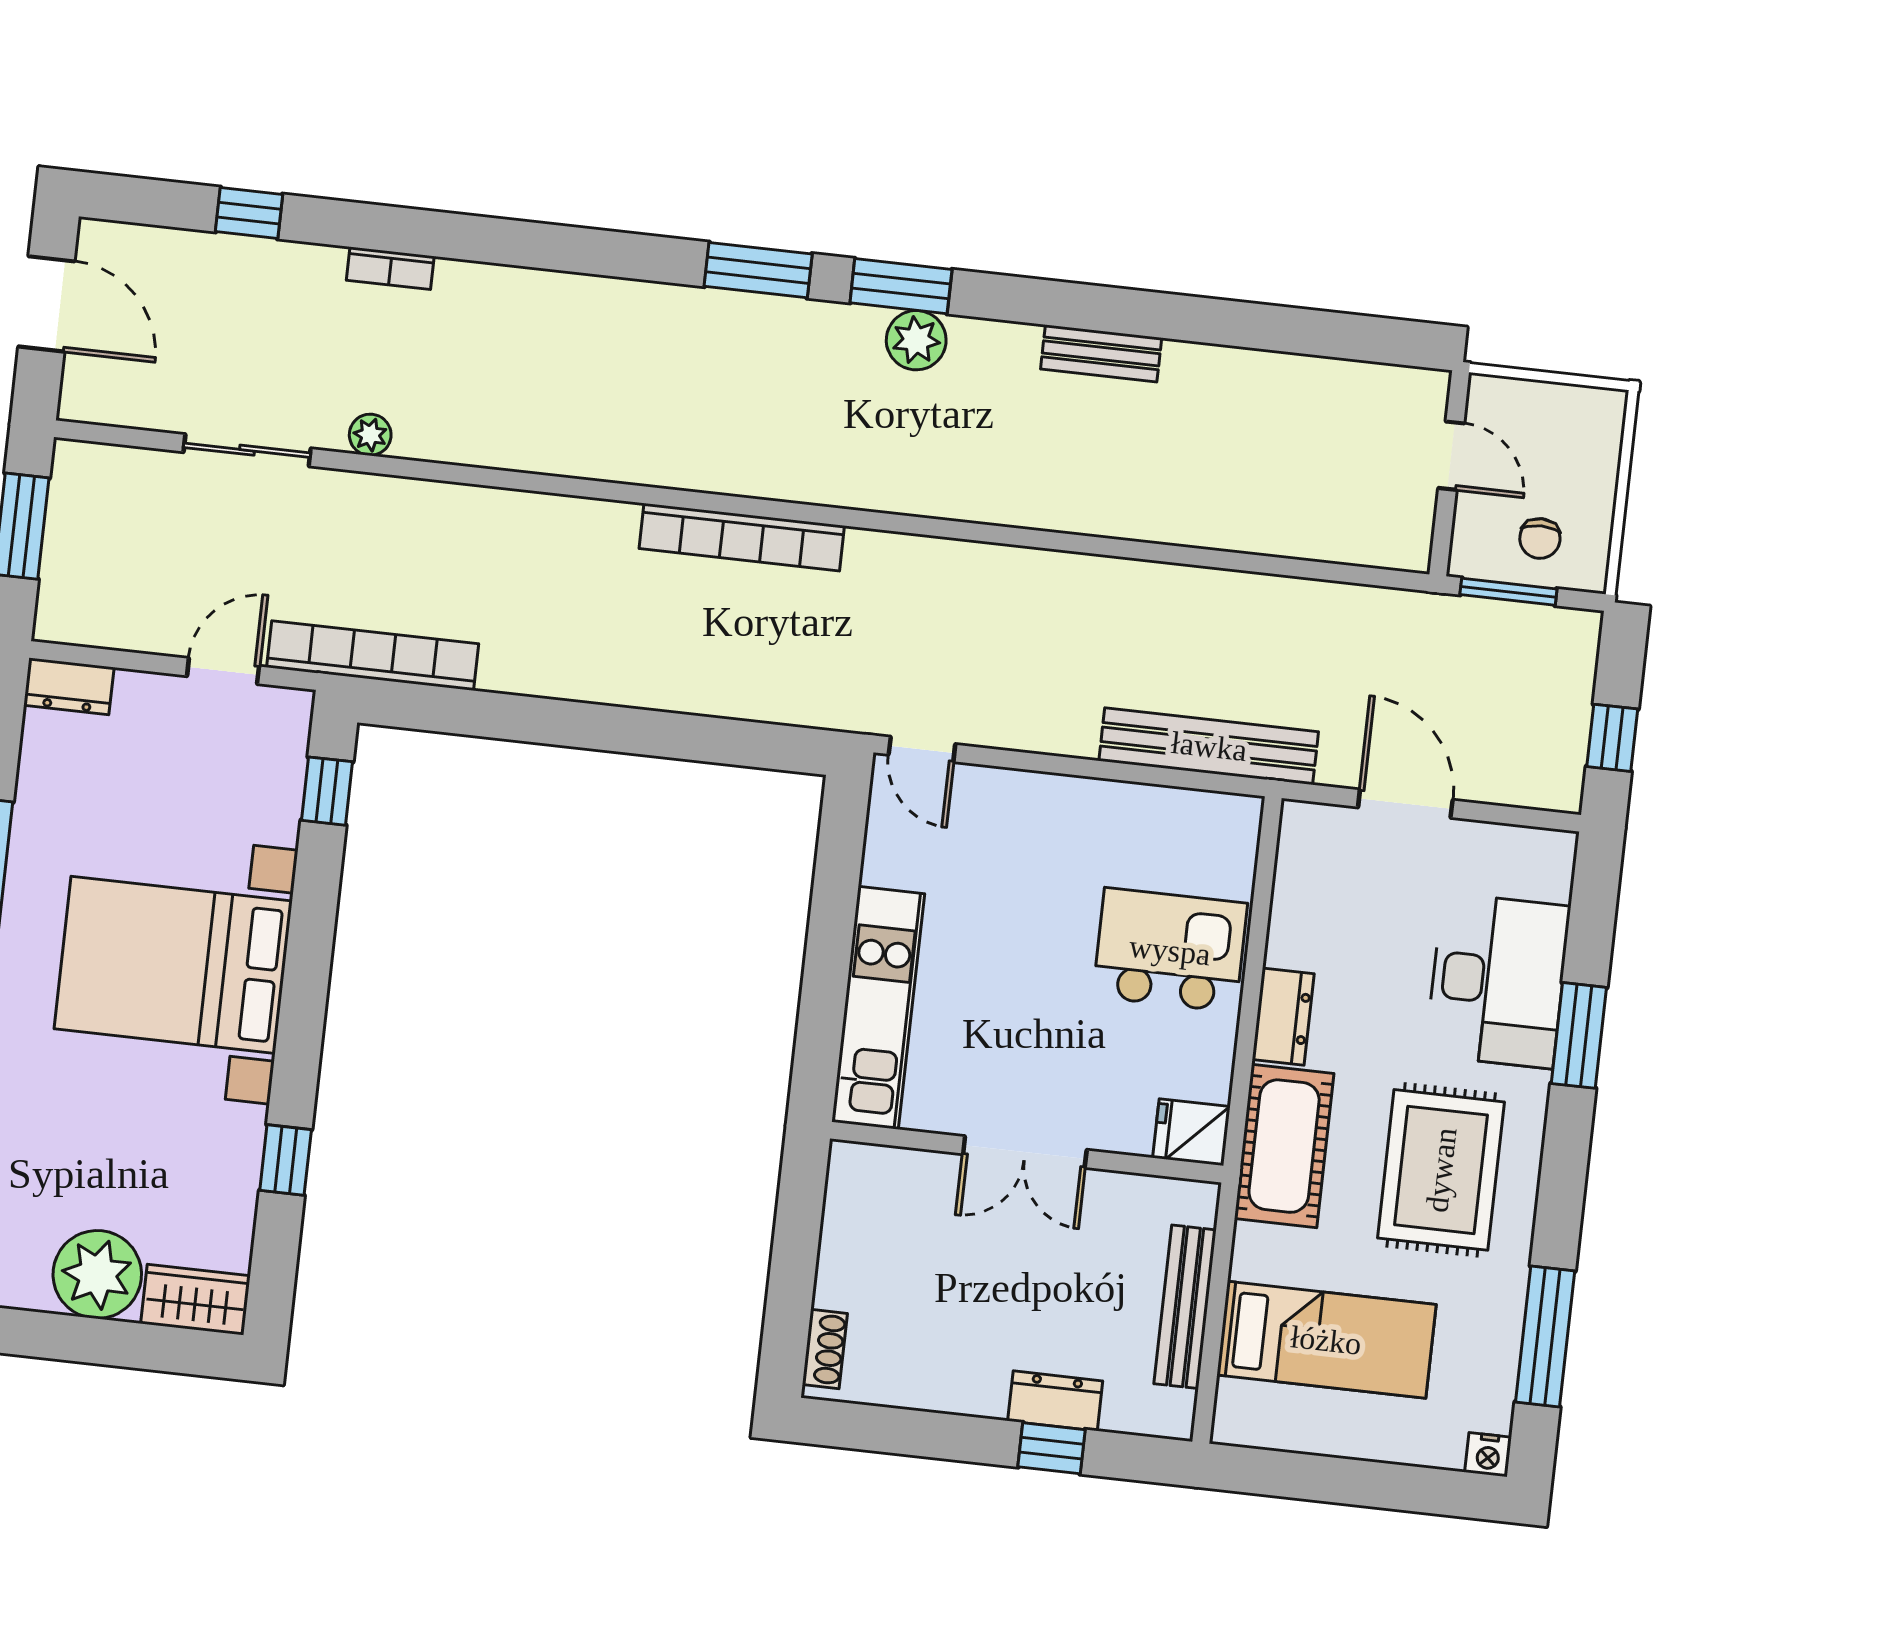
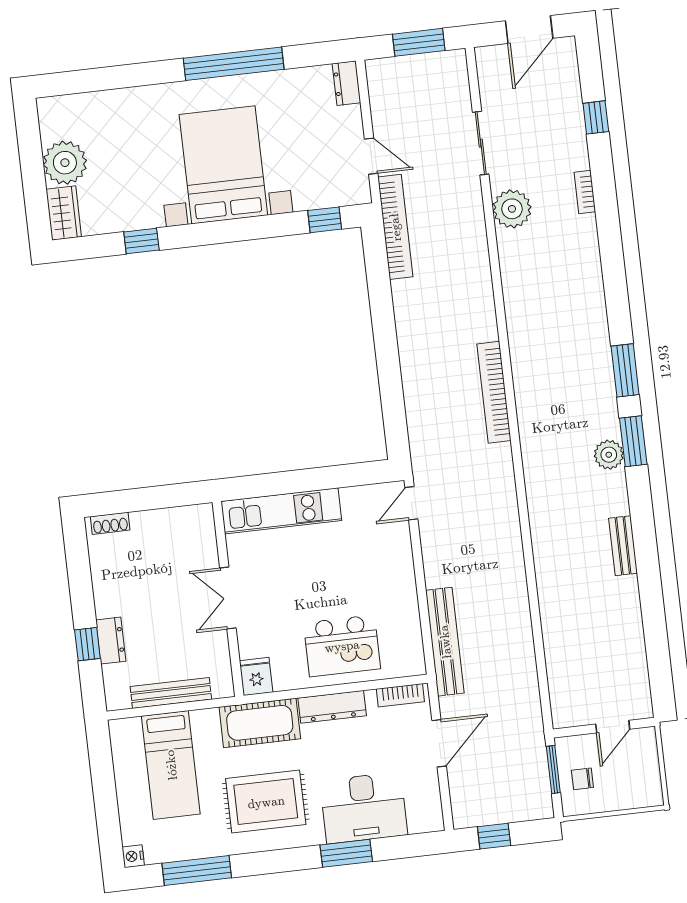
plant: (370, 435) -> (512, 209), width x1.88, depth x1.88
bookcase: (1294, 858) -> (400, 695), added
kitchen island: (1170, 950) -> (342, 646), turned 90
dresser: (1283, 1017) -> (332, 707), width x1.44

